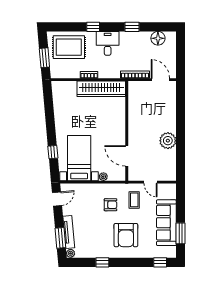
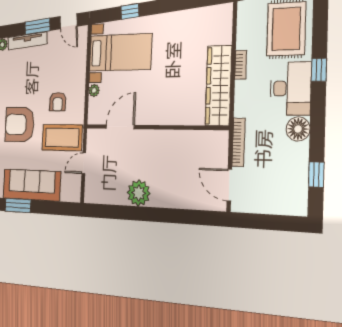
window: (132, 27) -> (316, 175), moved
floor lamp: (158, 38) -> (298, 129), moved
desk: (108, 43) -> (291, 88), width x1.37
door: (160, 80) -> (229, 185), swing flipped
coffee table: (134, 200) -> (62, 138), width x1.86, depth x1.72
window: (60, 238) -> (37, 26), moved

